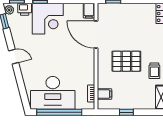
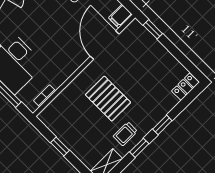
filing cabinet: (104, 94) -> (57, 109), removed

